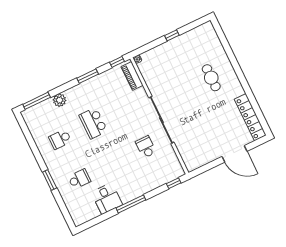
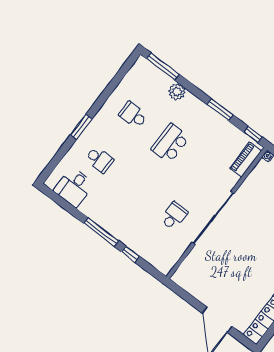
window: (174, 183) -> (130, 254), moved
desk: (107, 198) -> (74, 187), moved

